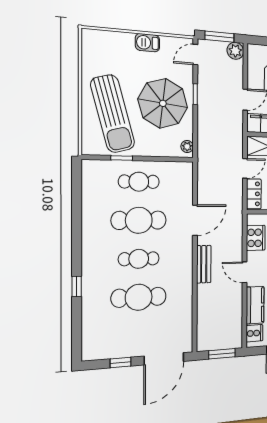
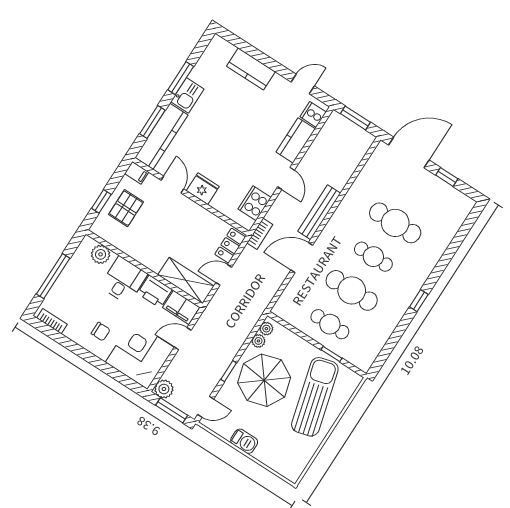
plant: (187, 133) -> (258, 341), added
bookcase: (238, 217) -> (260, 234), added
bench: (204, 264) -> (319, 212), width x1.36
window: (77, 286) -> (419, 301), moved

